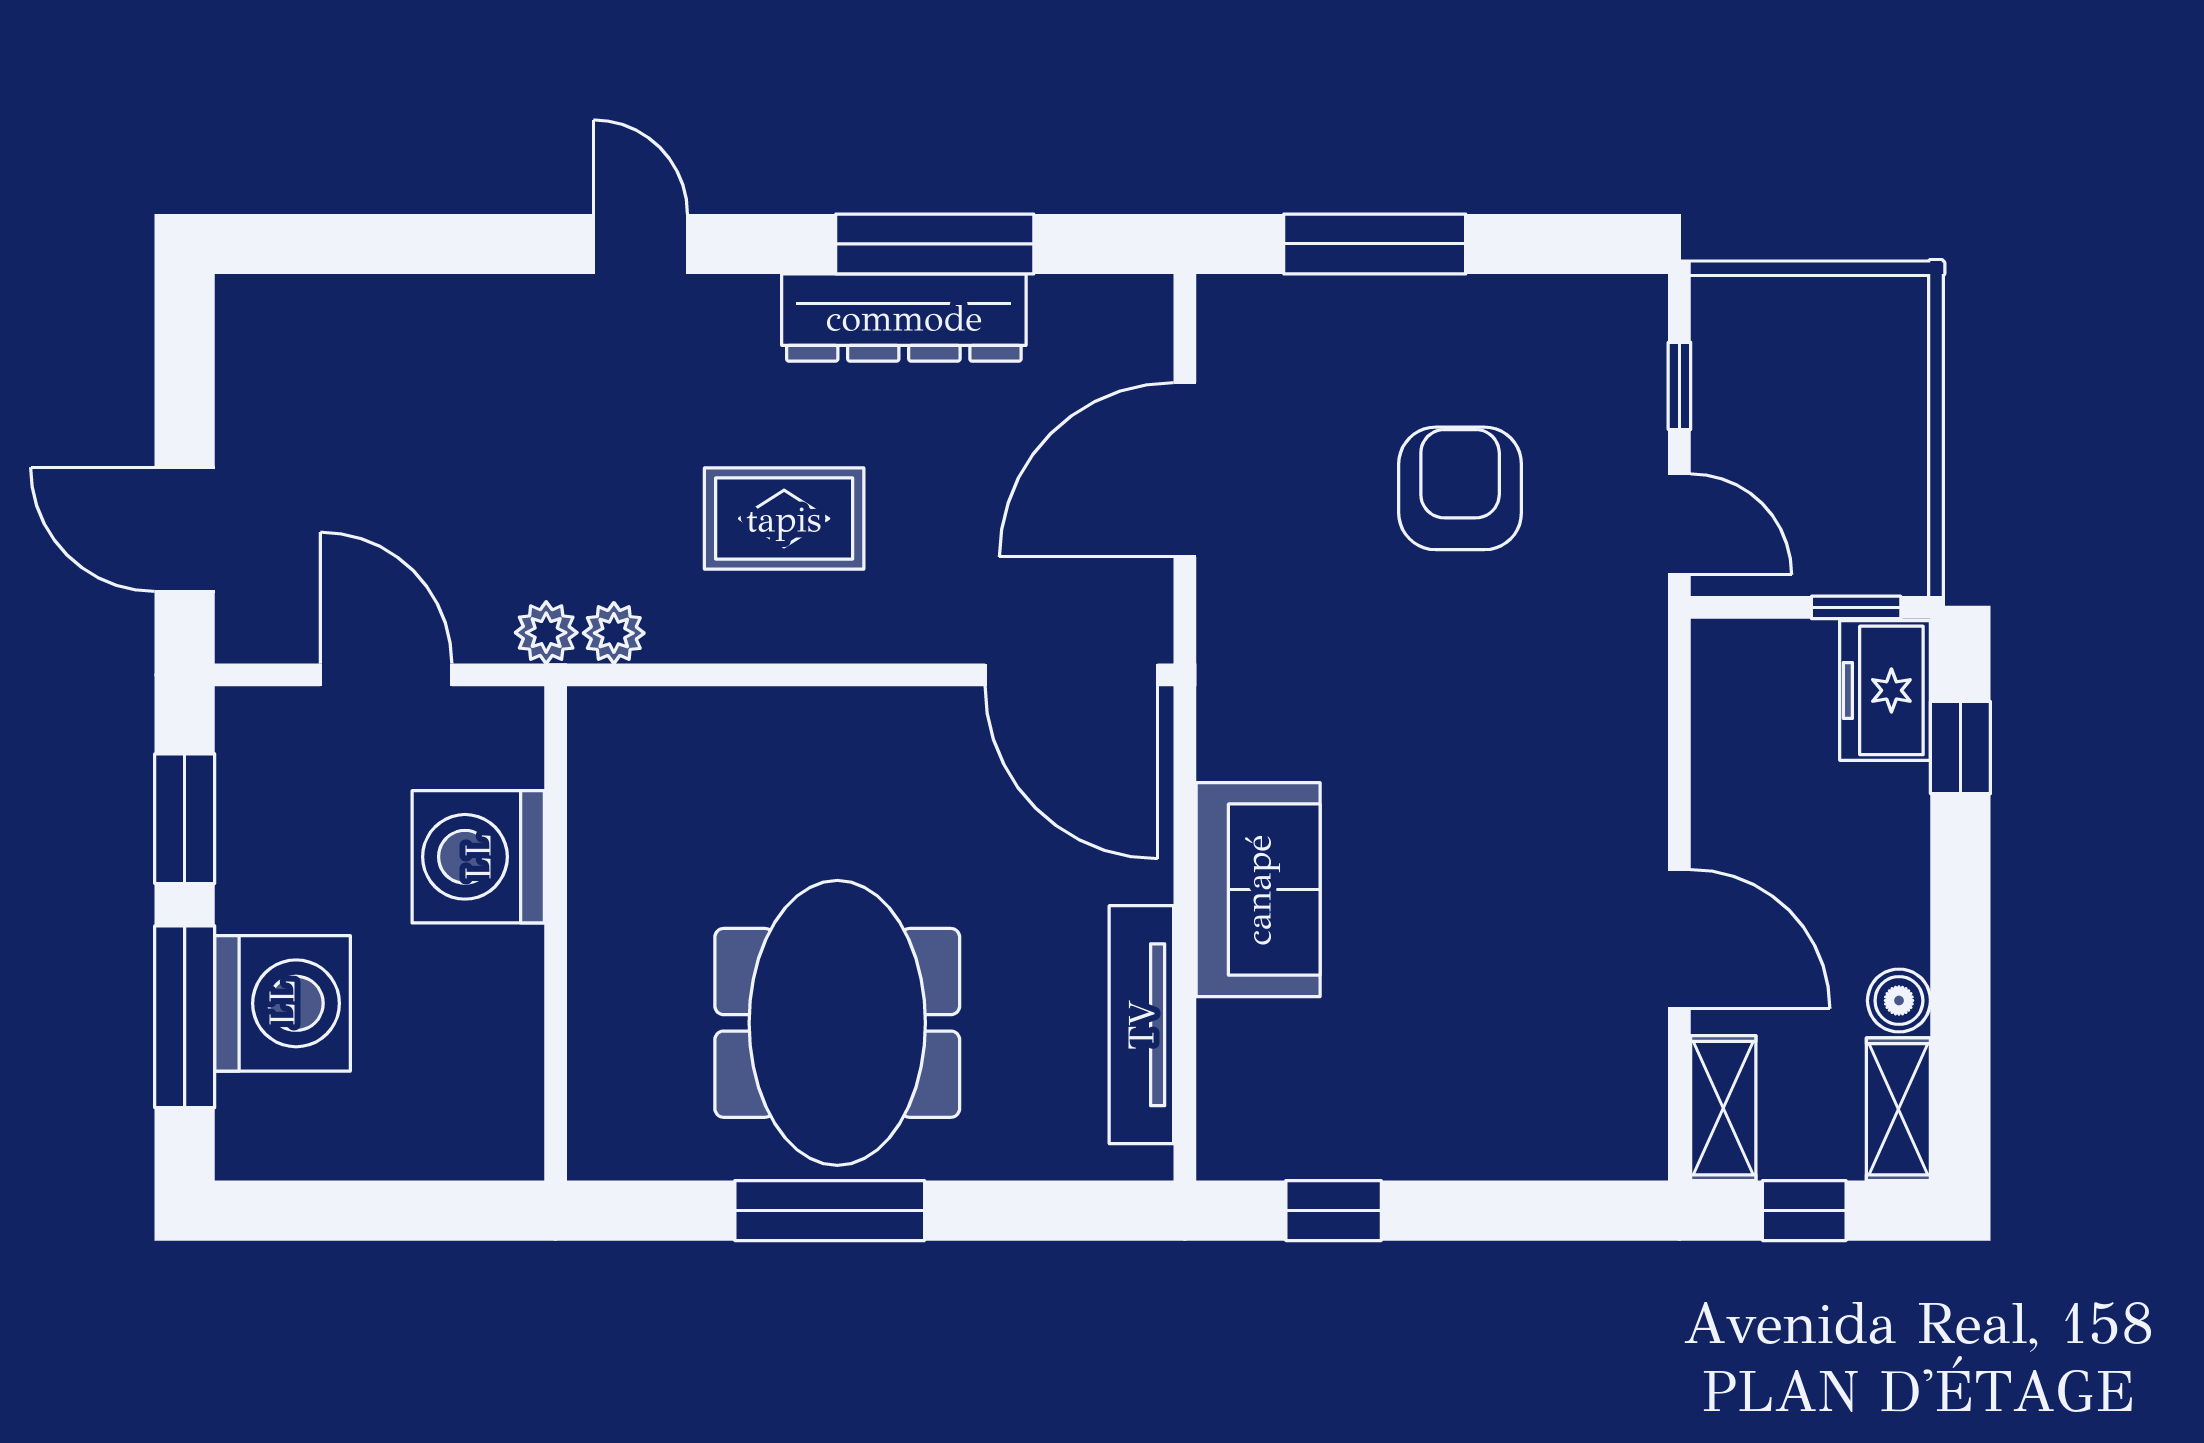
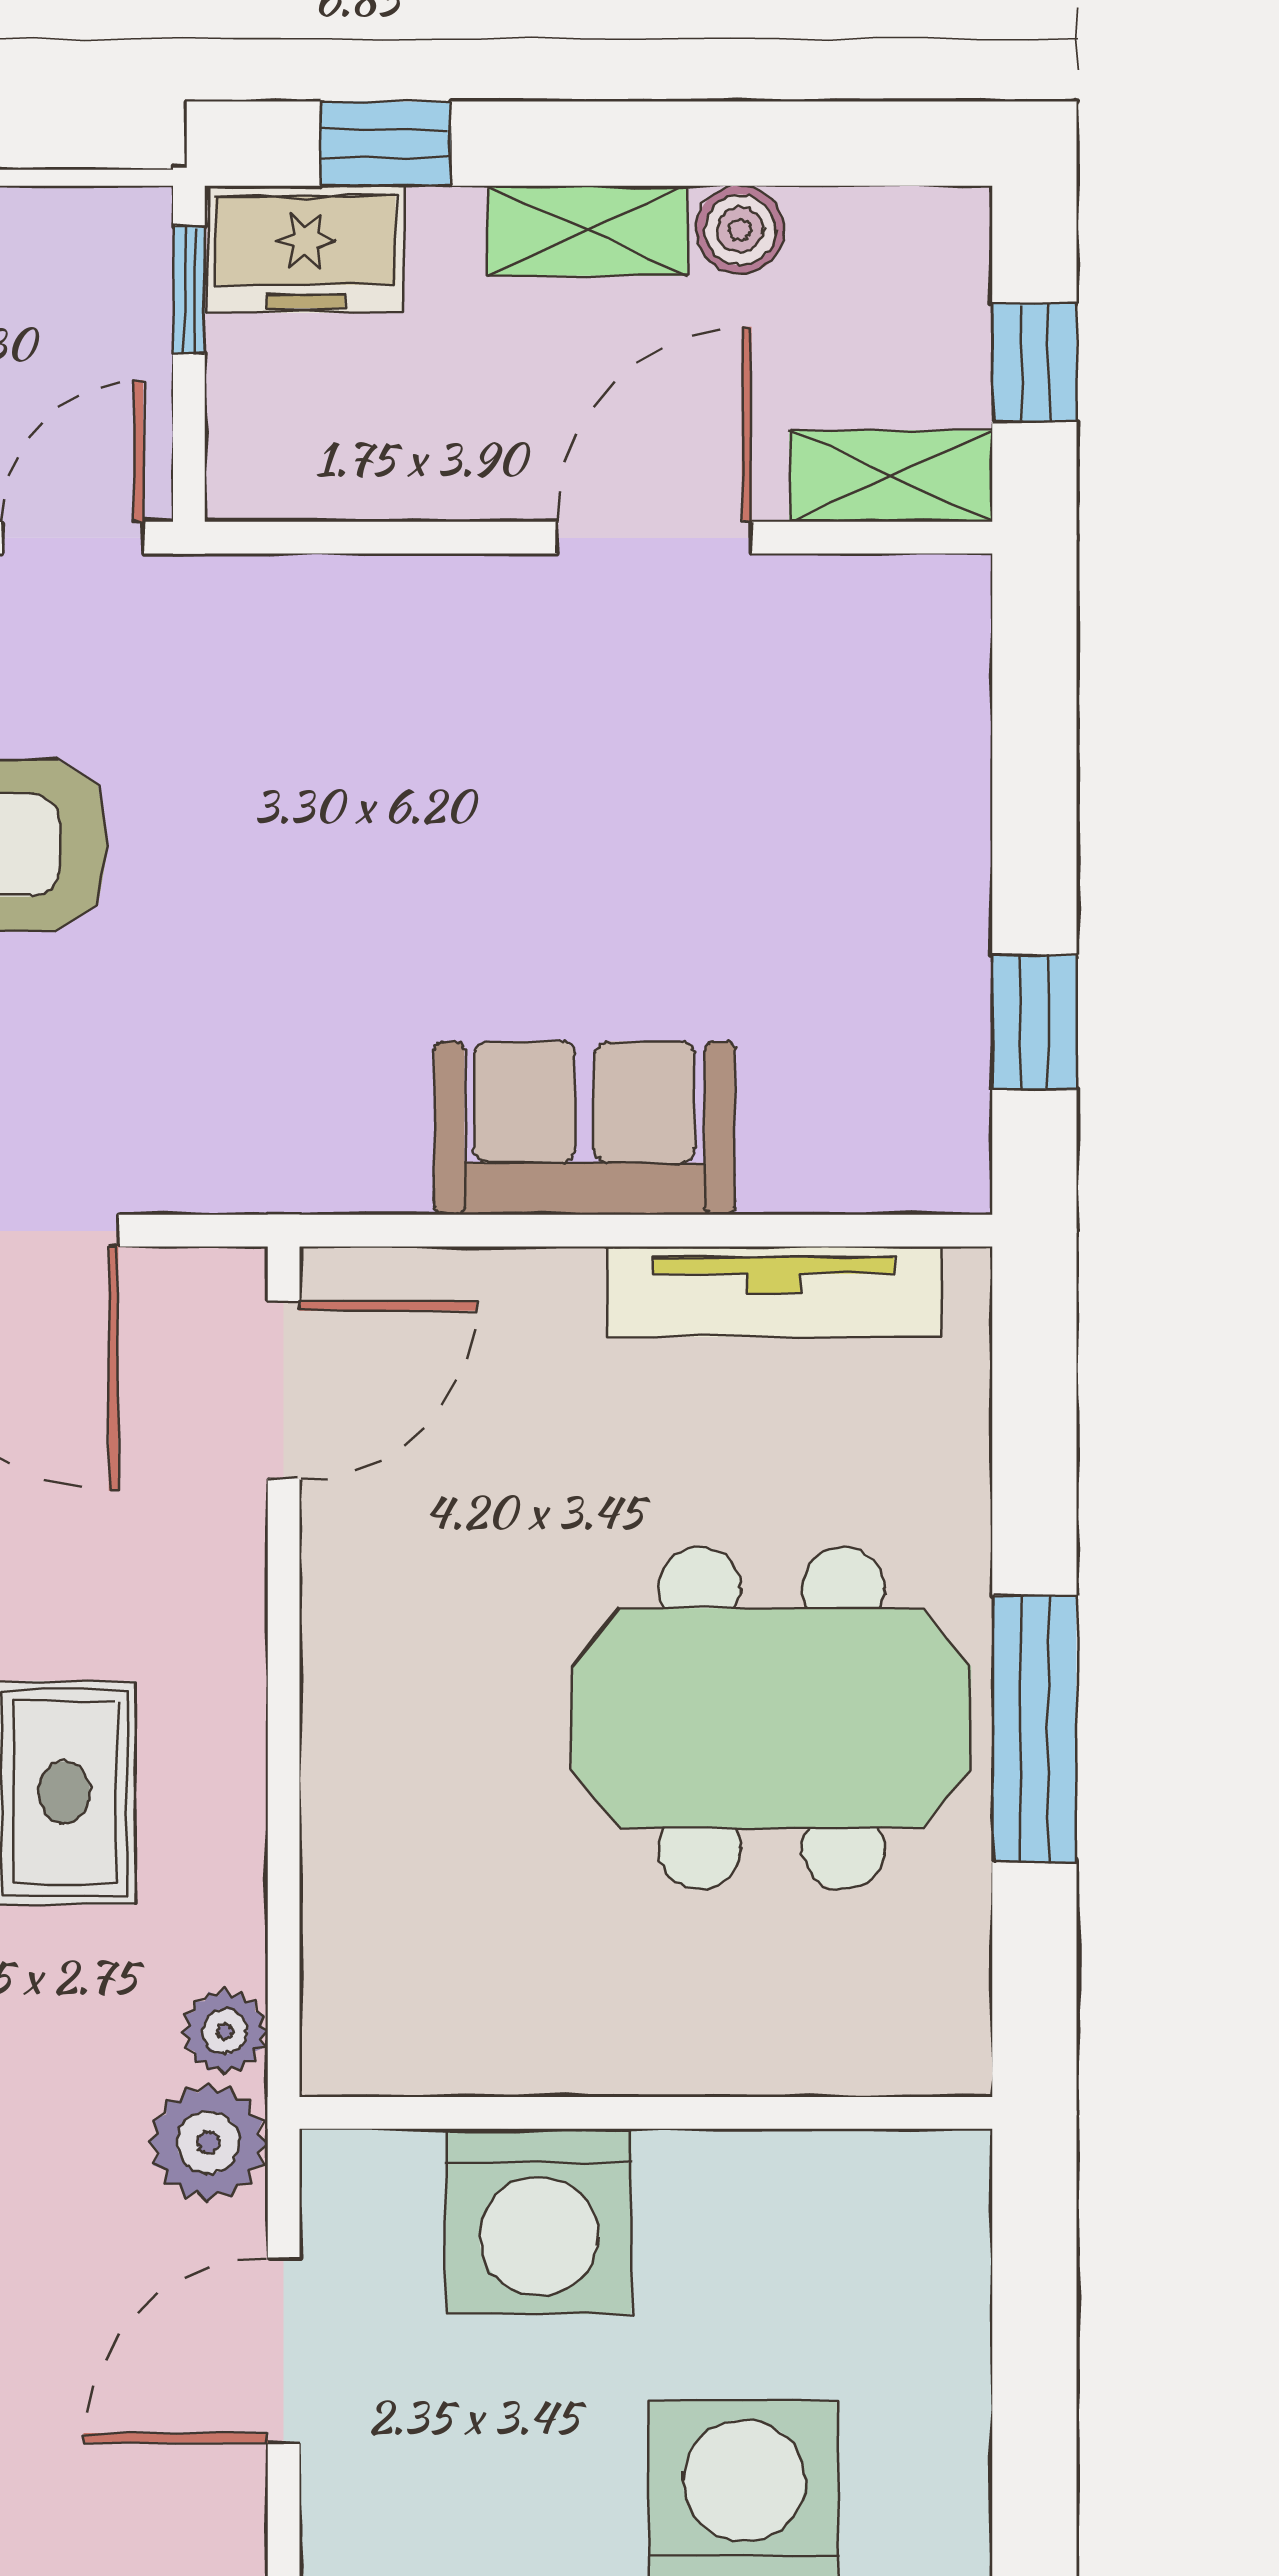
plant: (546, 633) -> (208, 2142), width x1.38, depth x1.38
door: (1071, 675) -> (284, 1390), width x0.73
shelving: (1898, 1109) -> (588, 231), moved

